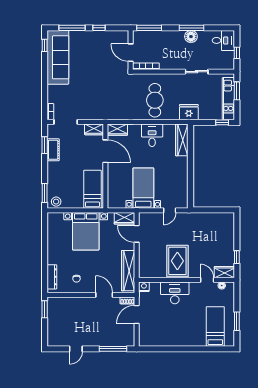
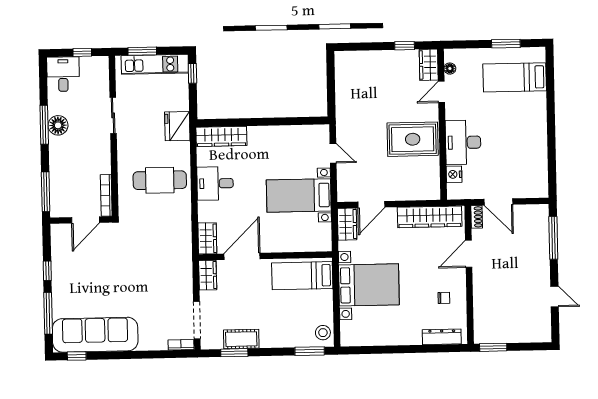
nightstand: (144, 287) -> (454, 174), moved

